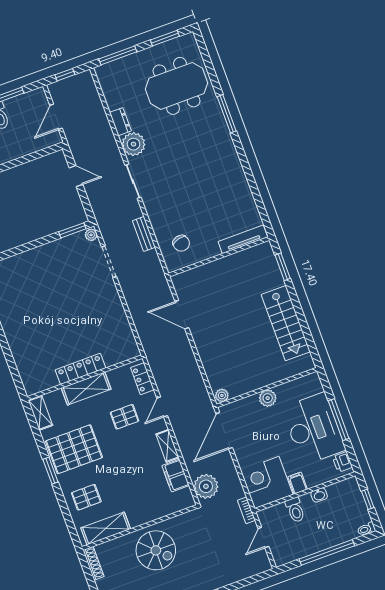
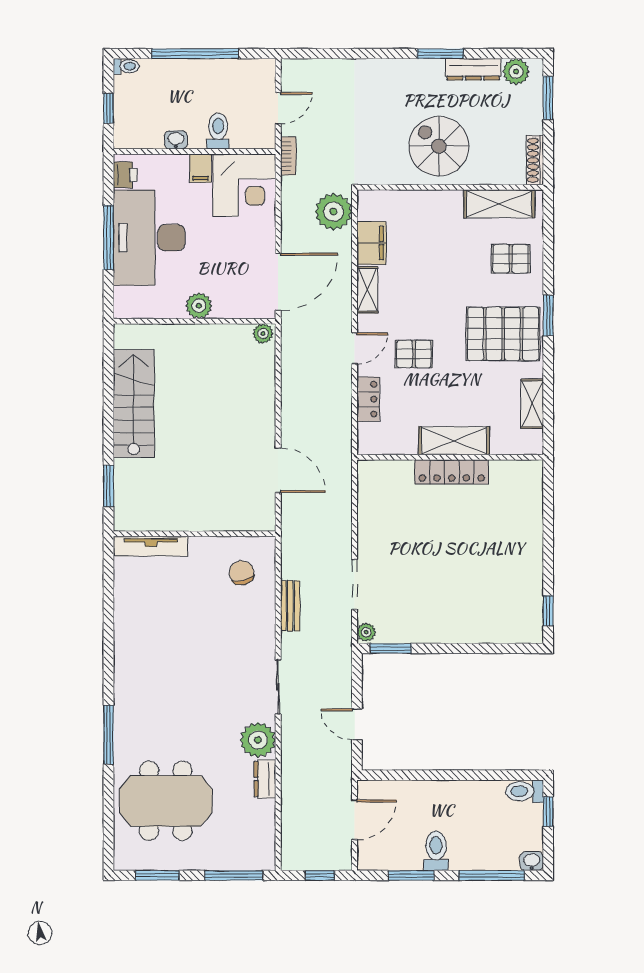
locker: (80, 369) -> (452, 472), moved
wall: (85, 378) -> (450, 457), moved
shelving: (86, 389) -> (454, 441), moved

